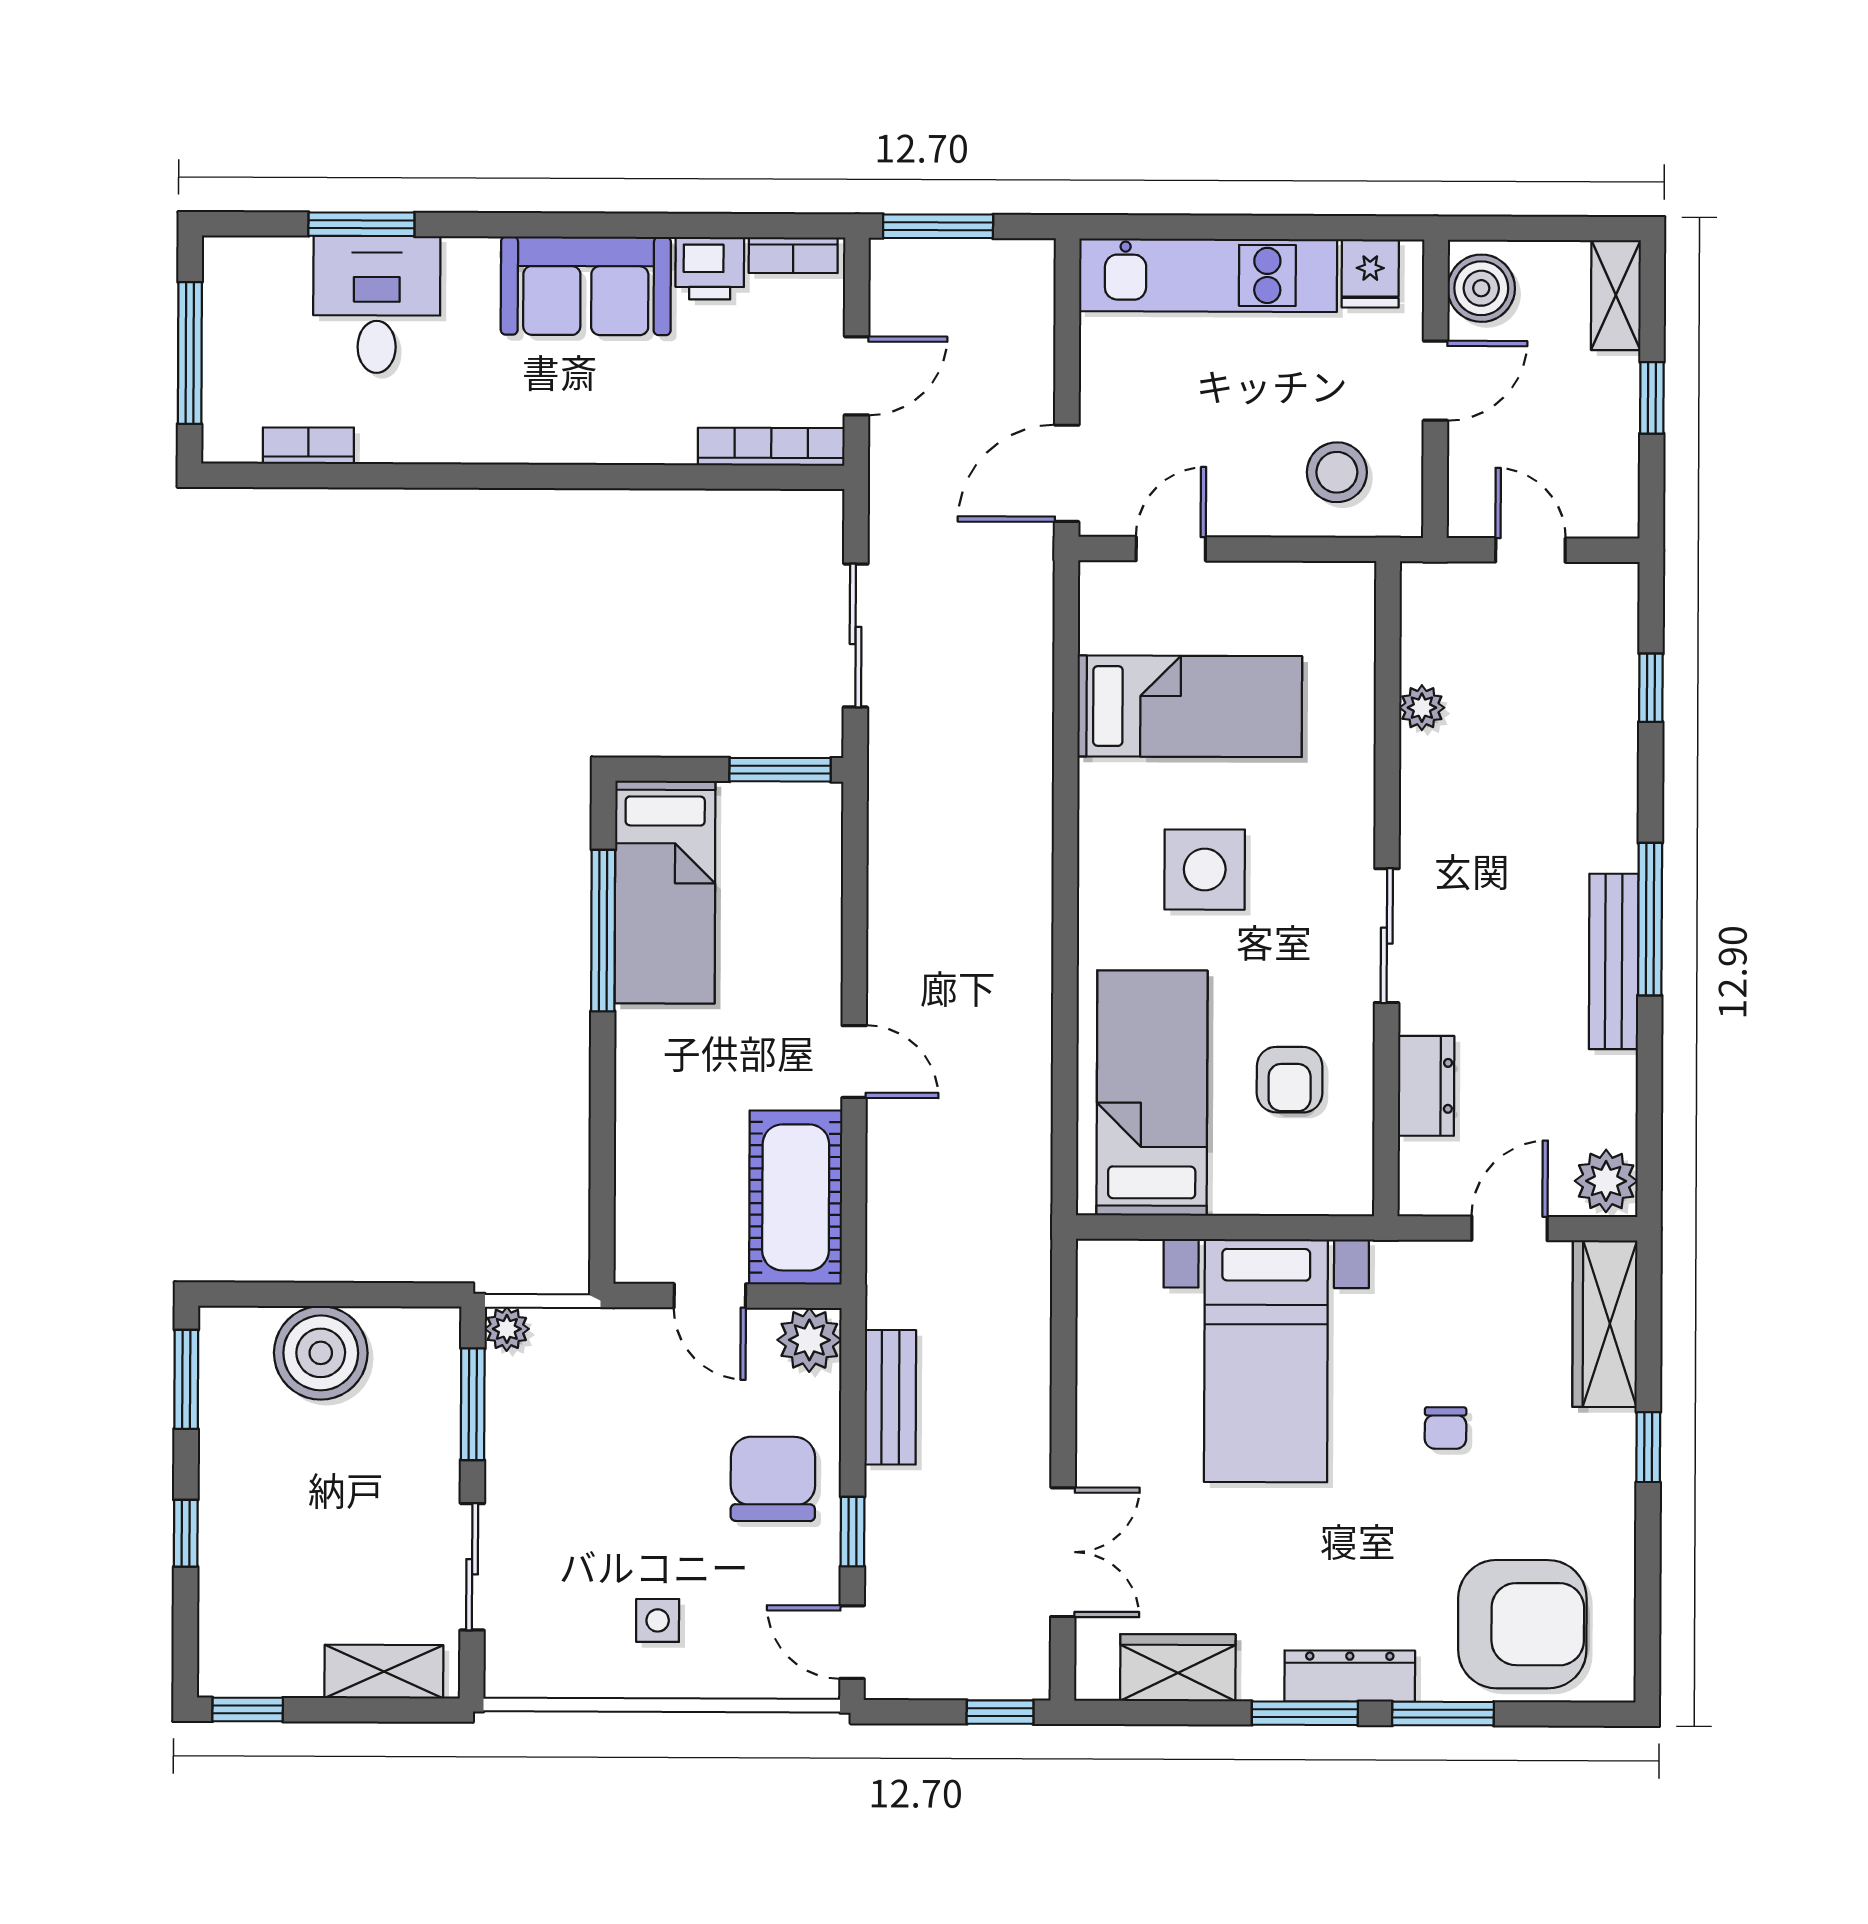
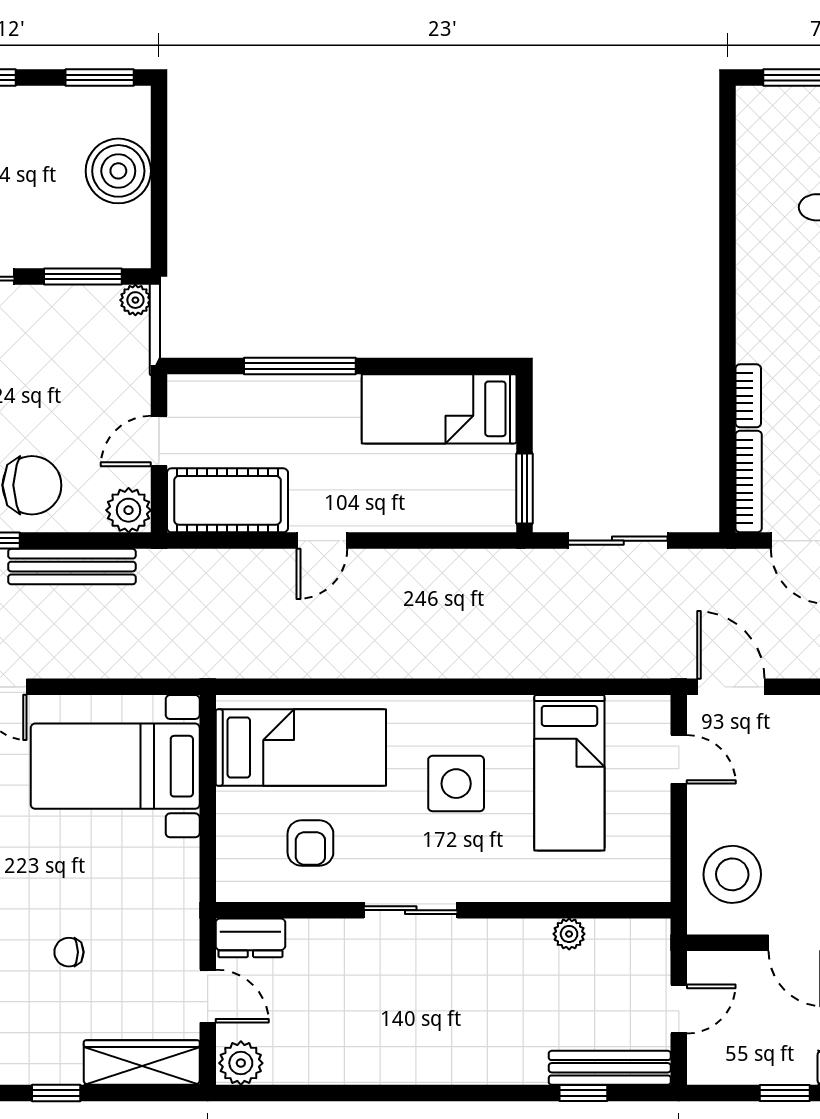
bookcase: (308, 446) -> (748, 396), moved
stool: (1337, 472) -> (732, 874), width x1.38, depth x1.38
window: (1650, 919) -> (423, 1093), removed
window: (603, 931) -> (300, 366), moved
bench: (1614, 961) -> (610, 1068), moved
armchair: (1290, 1080) -> (310, 843), turned -90
dresser: (1426, 1086) -> (250, 938), moved
bed with nightstands: (1266, 1361) -> (115, 766), moved
bench: (890, 1397) -> (72, 567), width x1.36

